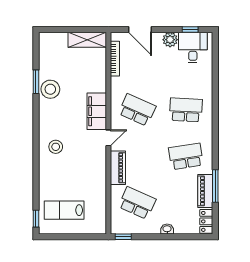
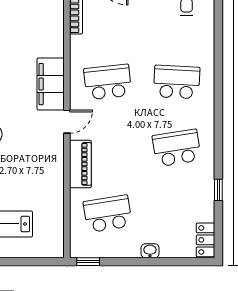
school desk: (137, 110) -> (108, 82), turned -30
window: (215, 186) -> (218, 190), width x0.46
piano: (205, 191) -> (204, 197), removed
school desk: (137, 203) -> (108, 214), turned -33

